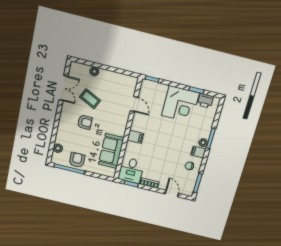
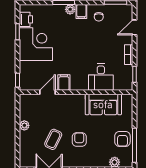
plant: (94, 71) -> (24, 125), moved
filing cabinet: (135, 137) -> (64, 82), moved
armchair: (77, 160) -> (122, 139), turned -90
desk: (131, 170) -> (101, 77), moved, turned 90

